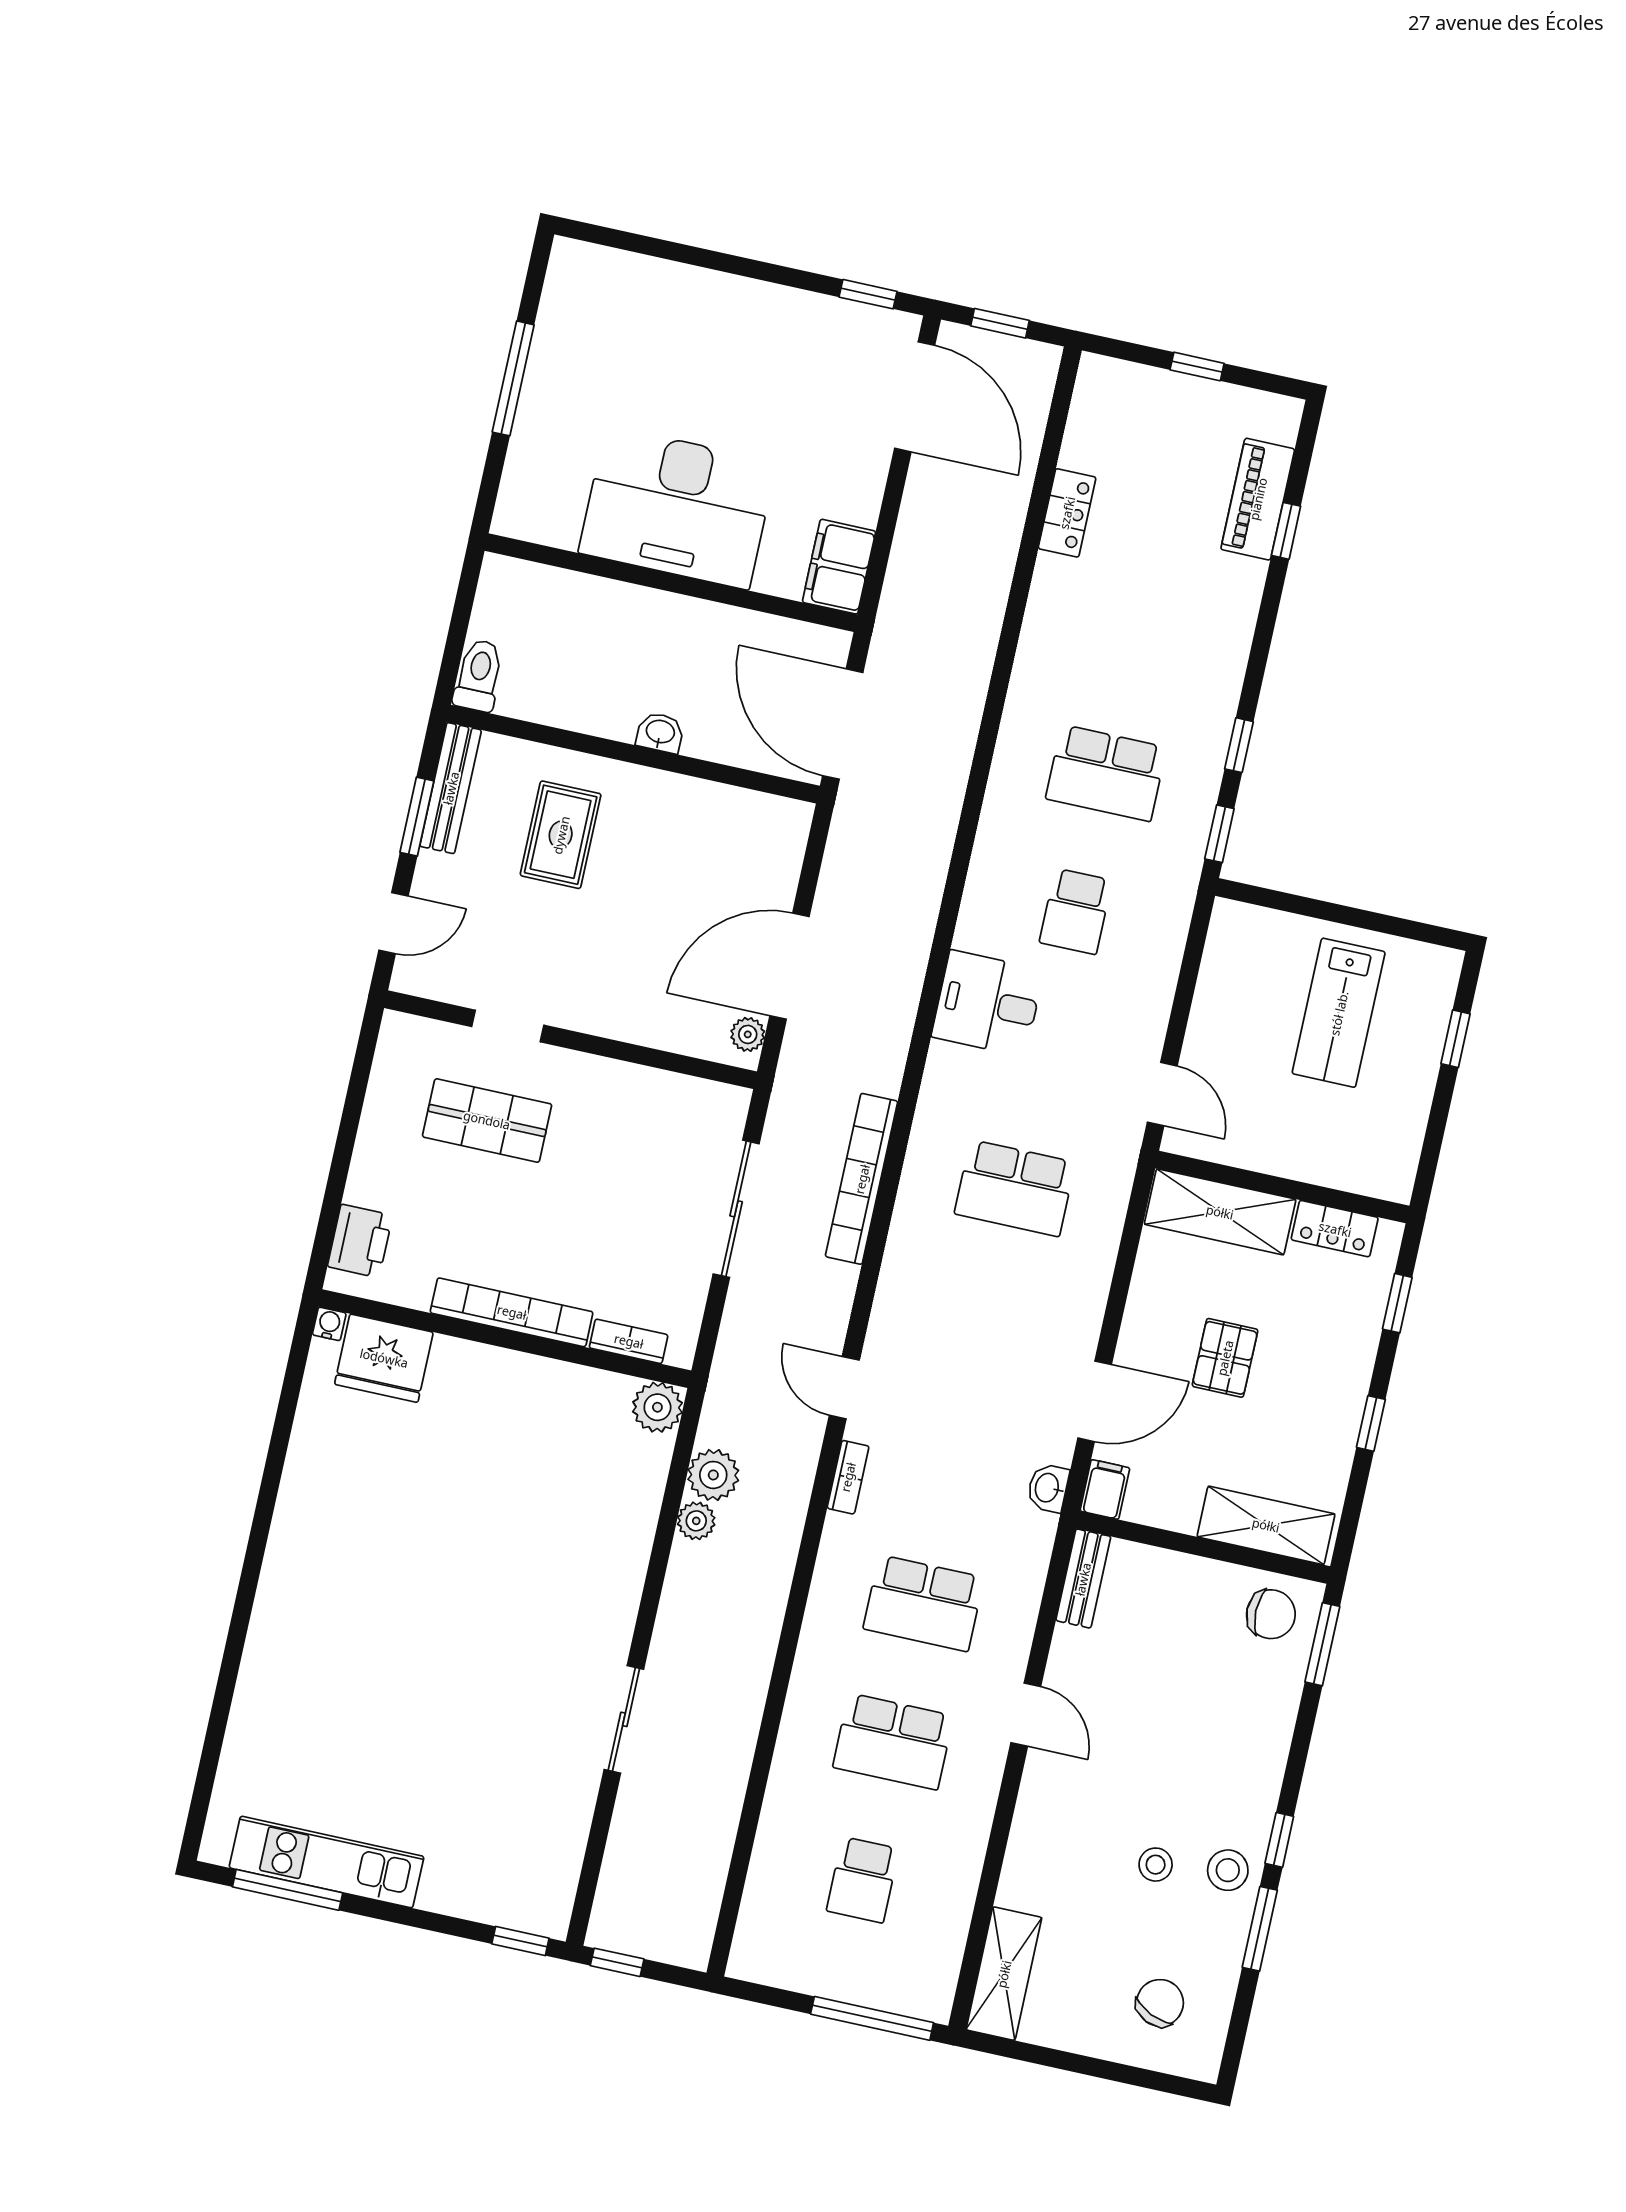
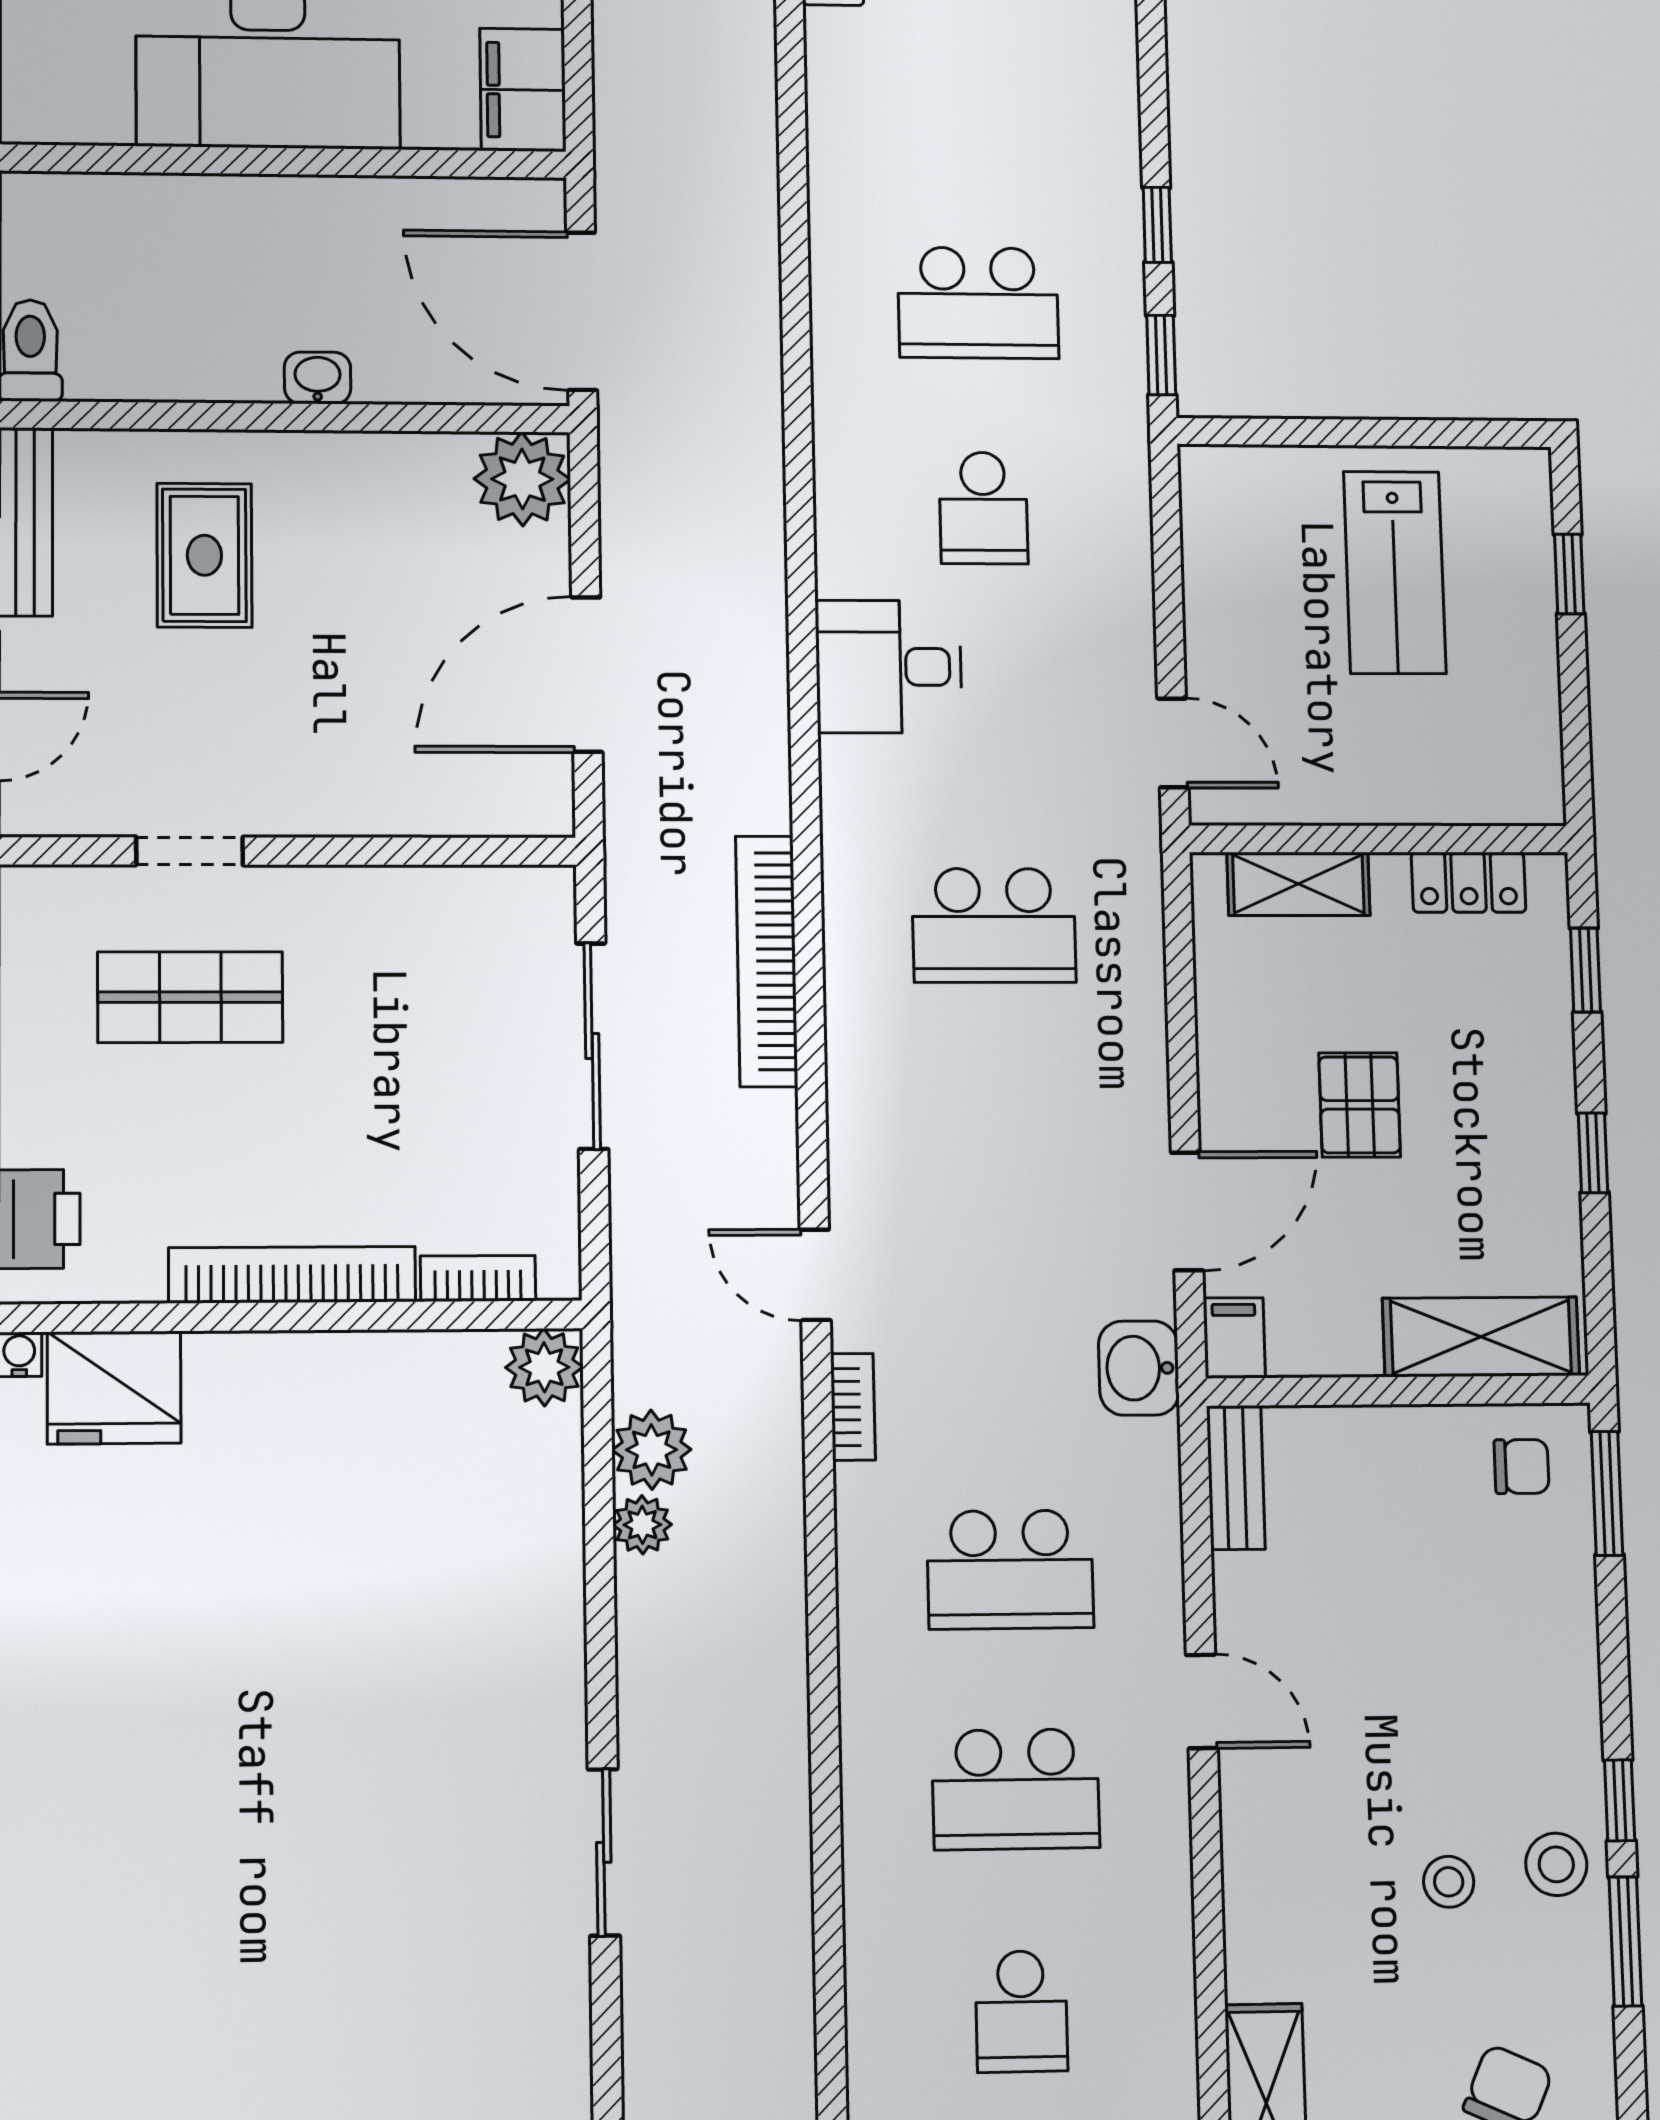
plant: (748, 1034) -> (522, 479), moved, width x1.88, depth x1.88
shelving: (1220, 1212) -> (1298, 884), width x0.67, depth x0.75
washbasin: (1048, 1488) -> (1139, 1368), width x1.38, depth x1.45
chair: (1271, 1614) -> (1522, 1466), width x0.73, depth x0.73

